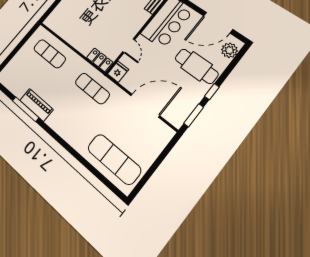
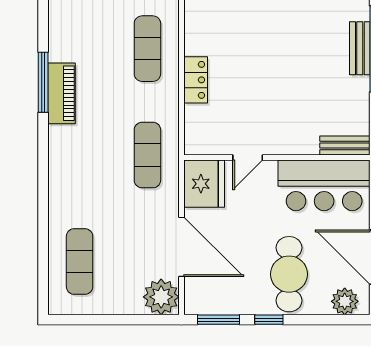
locker: (100, 60) -> (196, 80), moved
fridge: (118, 72) -> (204, 184), width x1.88, depth x1.34
plant: (161, 134) -> (161, 297), added
exercise mat: (114, 159) -> (80, 261), width x0.73, depth x0.69

